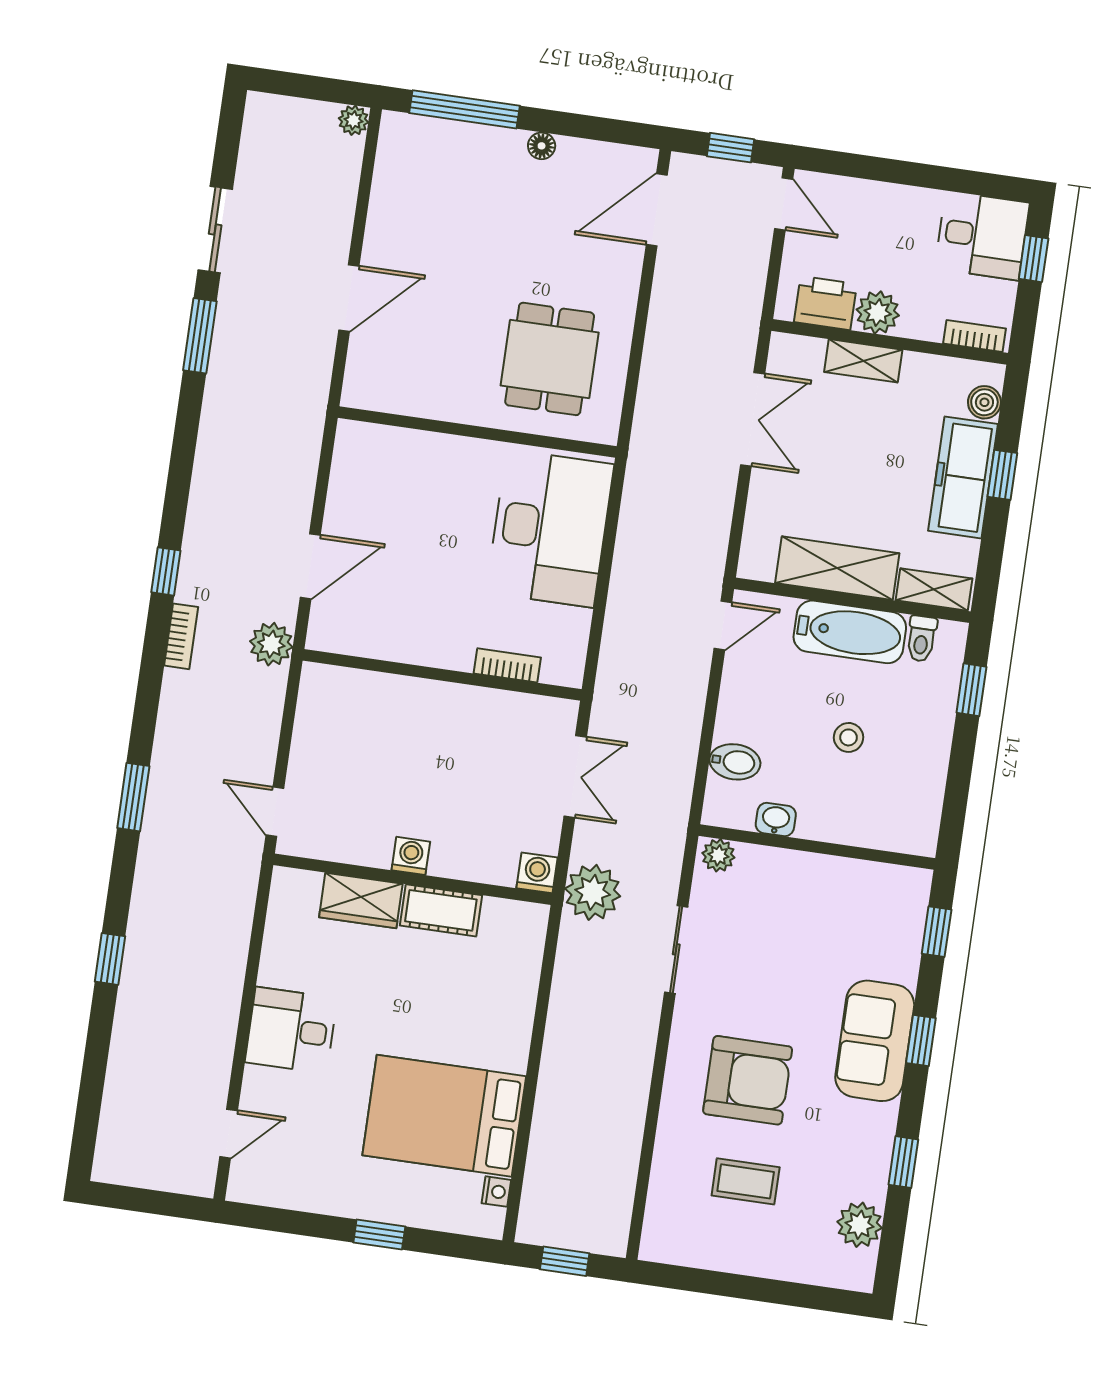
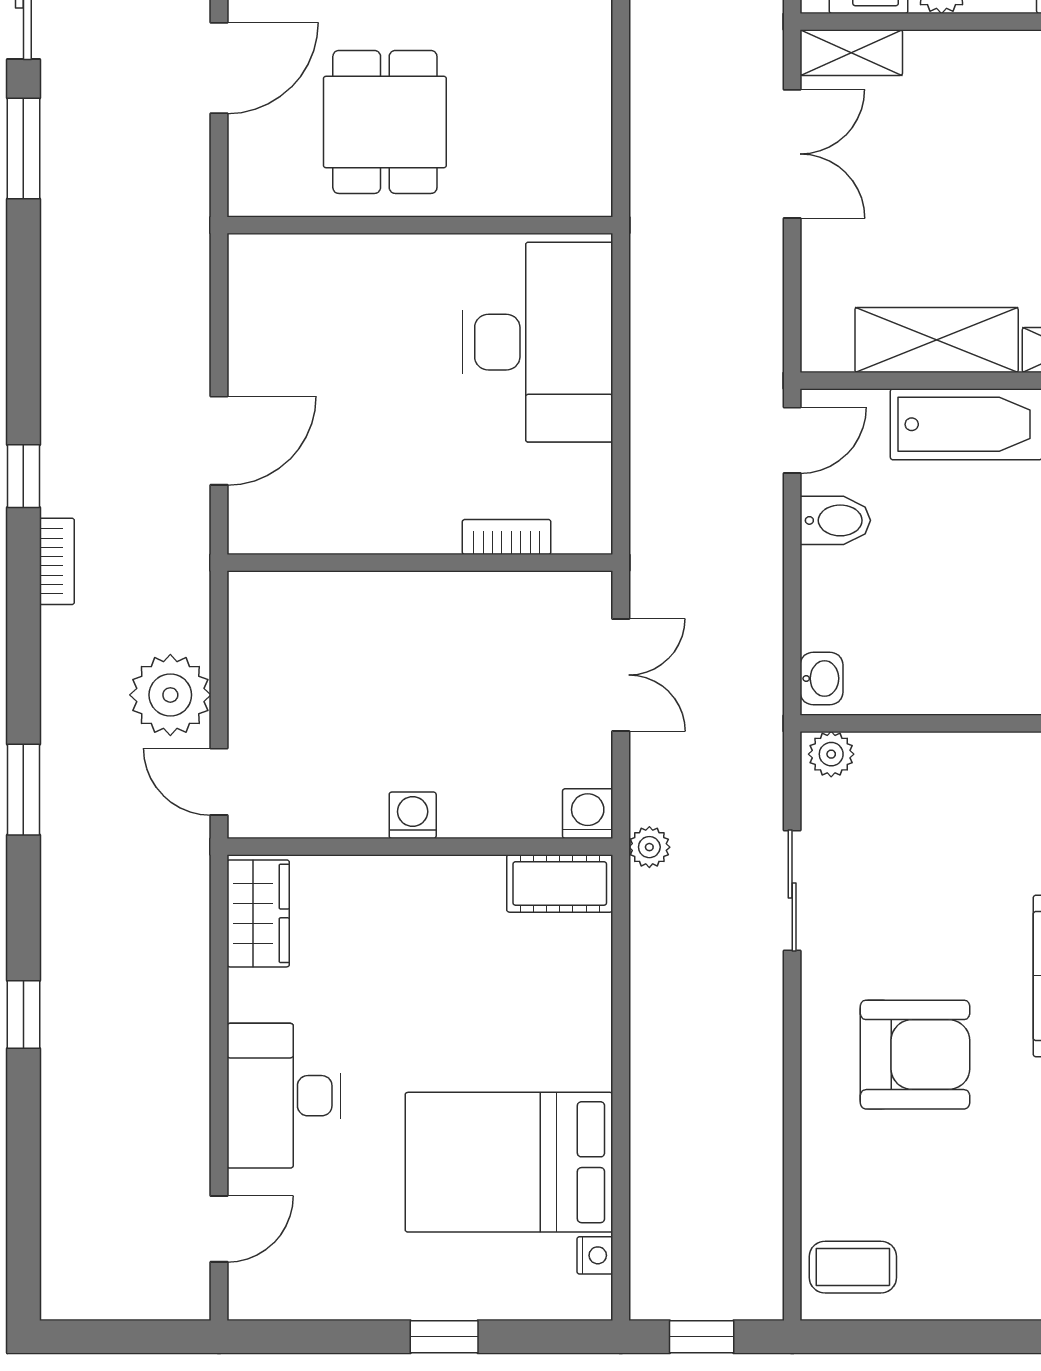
dining table: (550, 359) -> (385, 122), moved
shelving: (863, 361) -> (851, 53), moved
plant: (271, 644) -> (170, 695), moved, width x1.36, depth x1.36
stool: (849, 737) -> (985, 568), removed
bidet: (735, 762) -> (835, 520), moved
washbasin: (776, 819) -> (821, 678), moved, turned 90
plant: (593, 892) -> (649, 847), width x0.53, depth x0.53
wardrobe: (361, 901) -> (258, 913), moved, turned -90
cot: (441, 910) -> (560, 883), moved
desk: (291, 1030) -> (284, 1096), width x1.37
coffee table: (746, 1181) -> (853, 1267), moved

